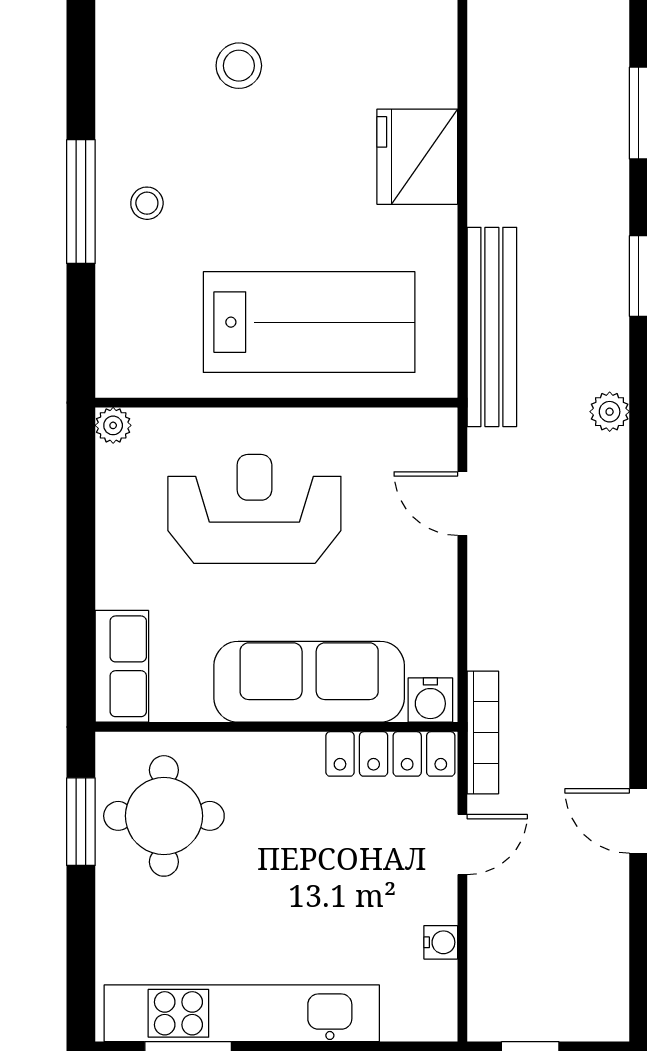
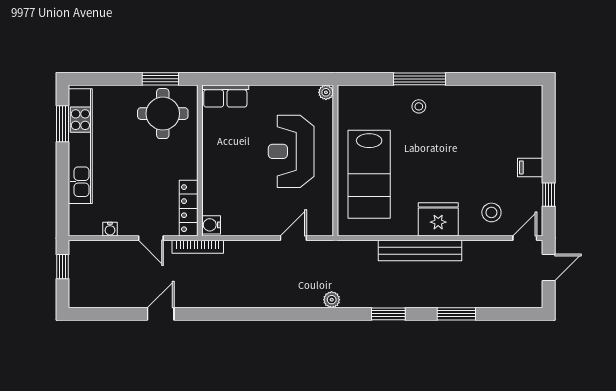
stool: (239, 66) -> (491, 212), moved
bench: (492, 327) -> (420, 251), moved
reception desk: (254, 509) -> (291, 151), turned 180
sofa: (309, 682) -> (219, 174), removed

